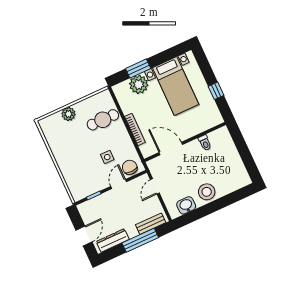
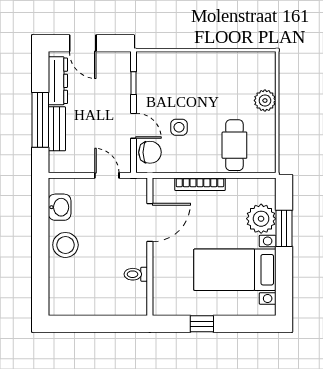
bench: (151, 224) -> (57, 129), moved

